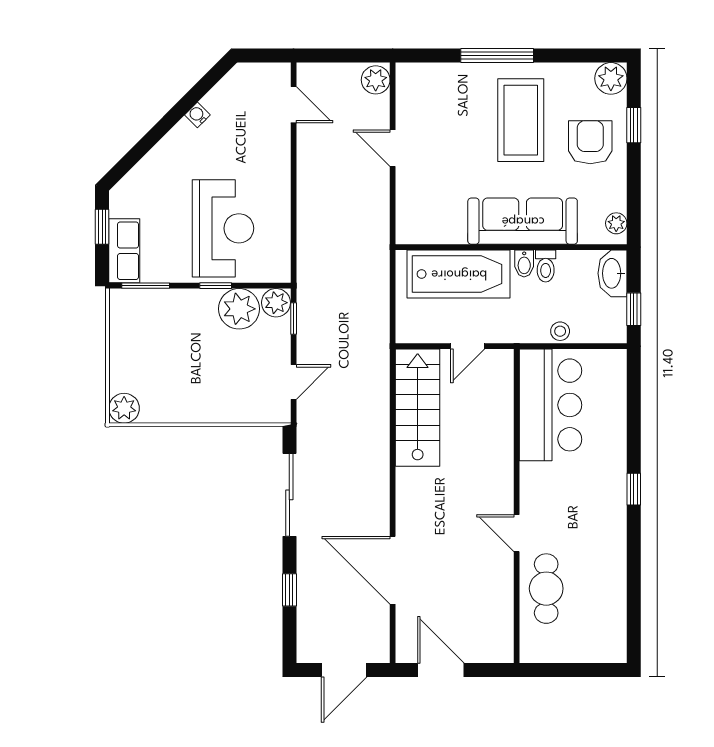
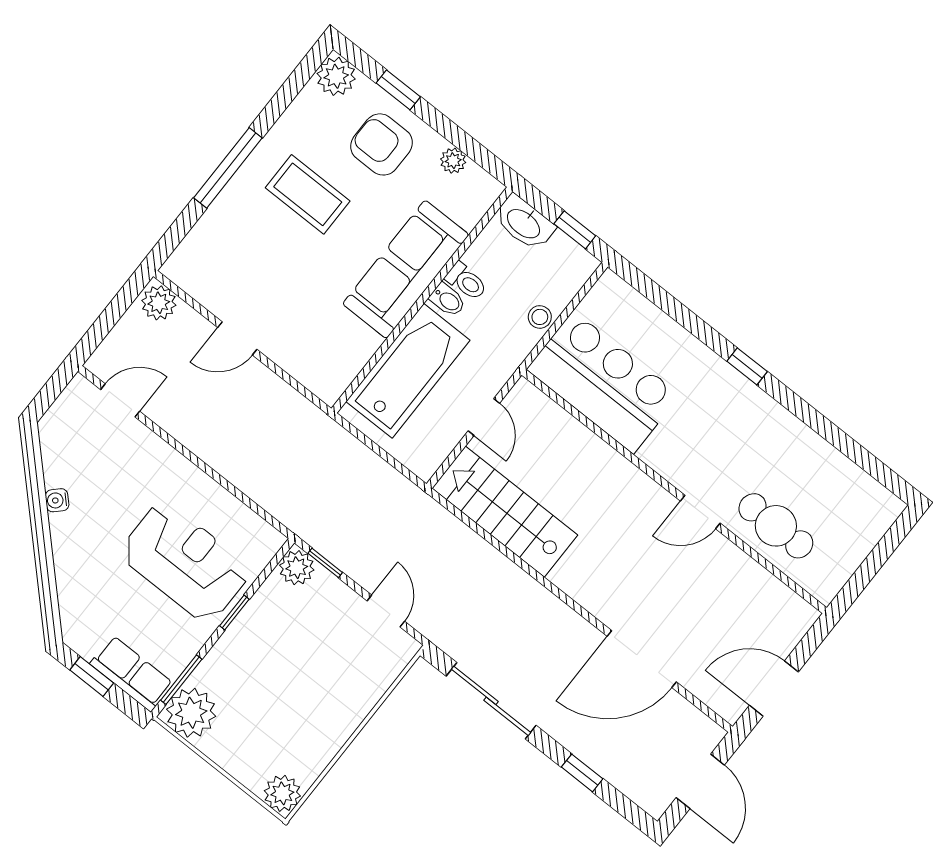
coffee table: (521, 120) -> (308, 194), width x0.73, depth x0.76
plant: (616, 223) -> (453, 161), moved
plant: (239, 309) -> (191, 713), moved

